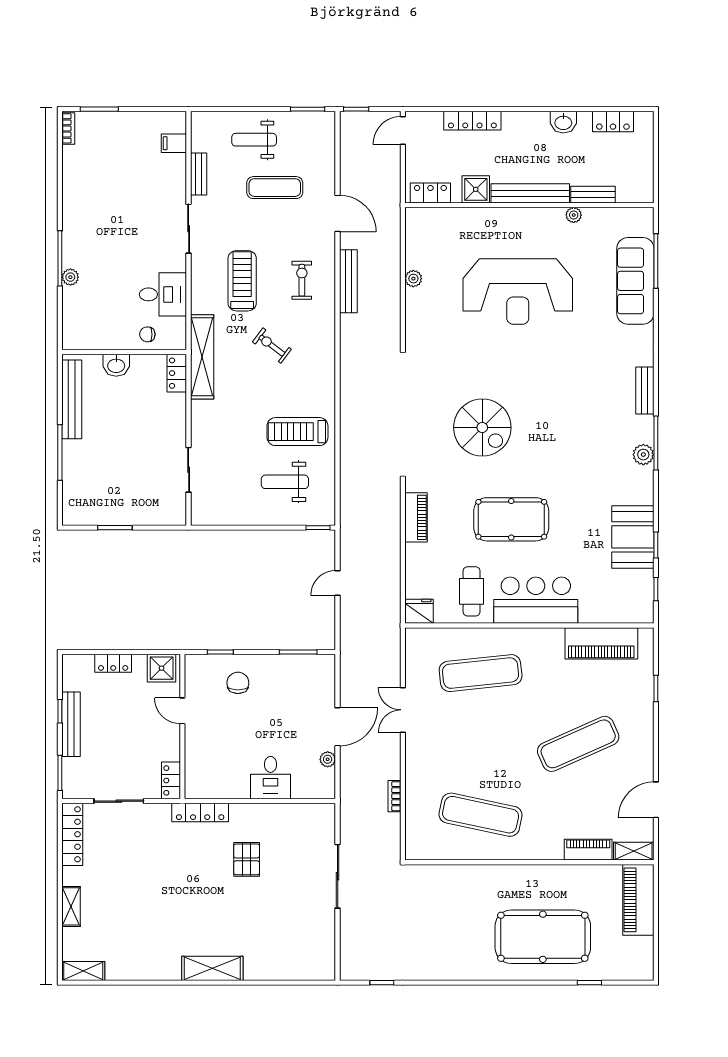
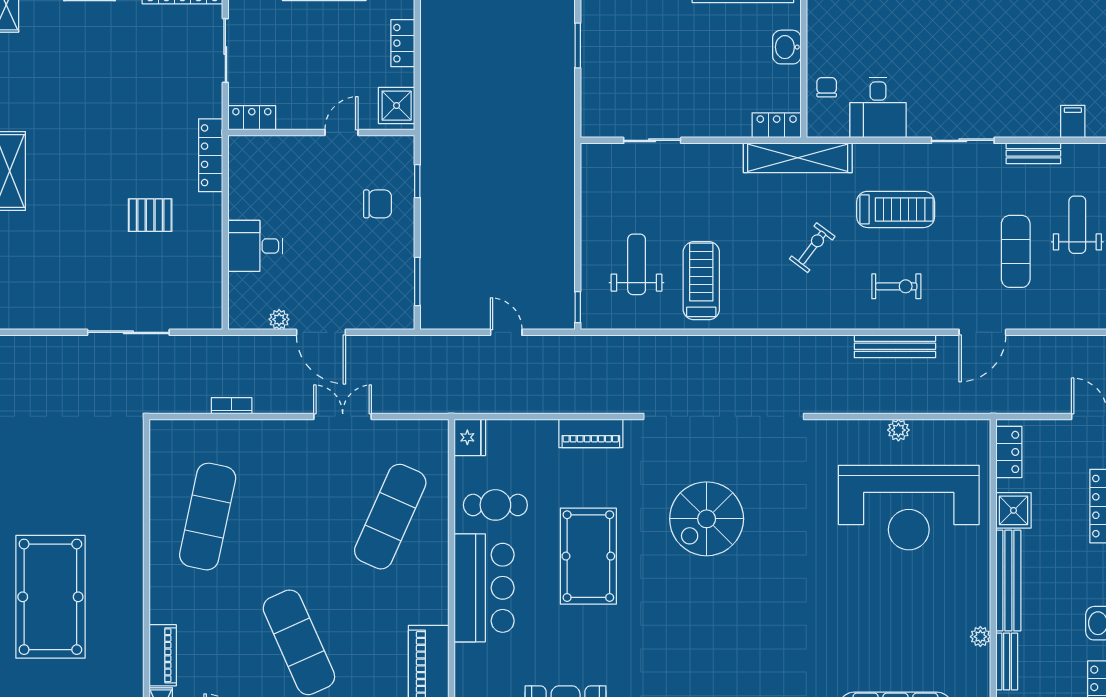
reception desk: (518, 292) -> (909, 508), moved, turned -90
exercise mat: (481, 673) -> (390, 517), turned 30

